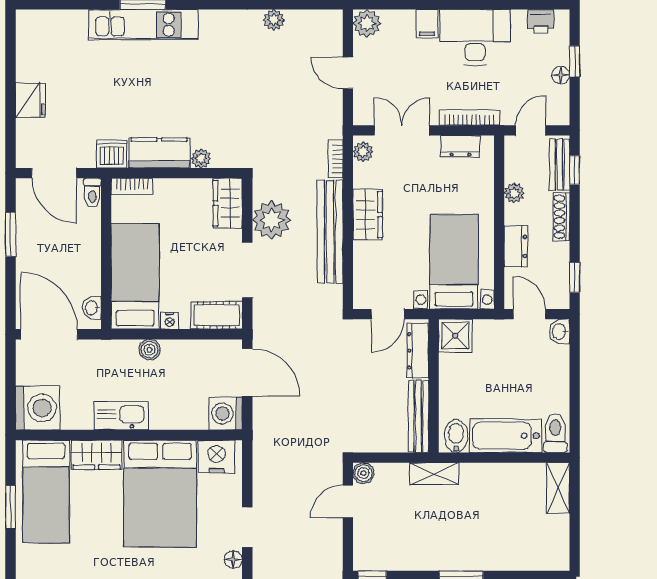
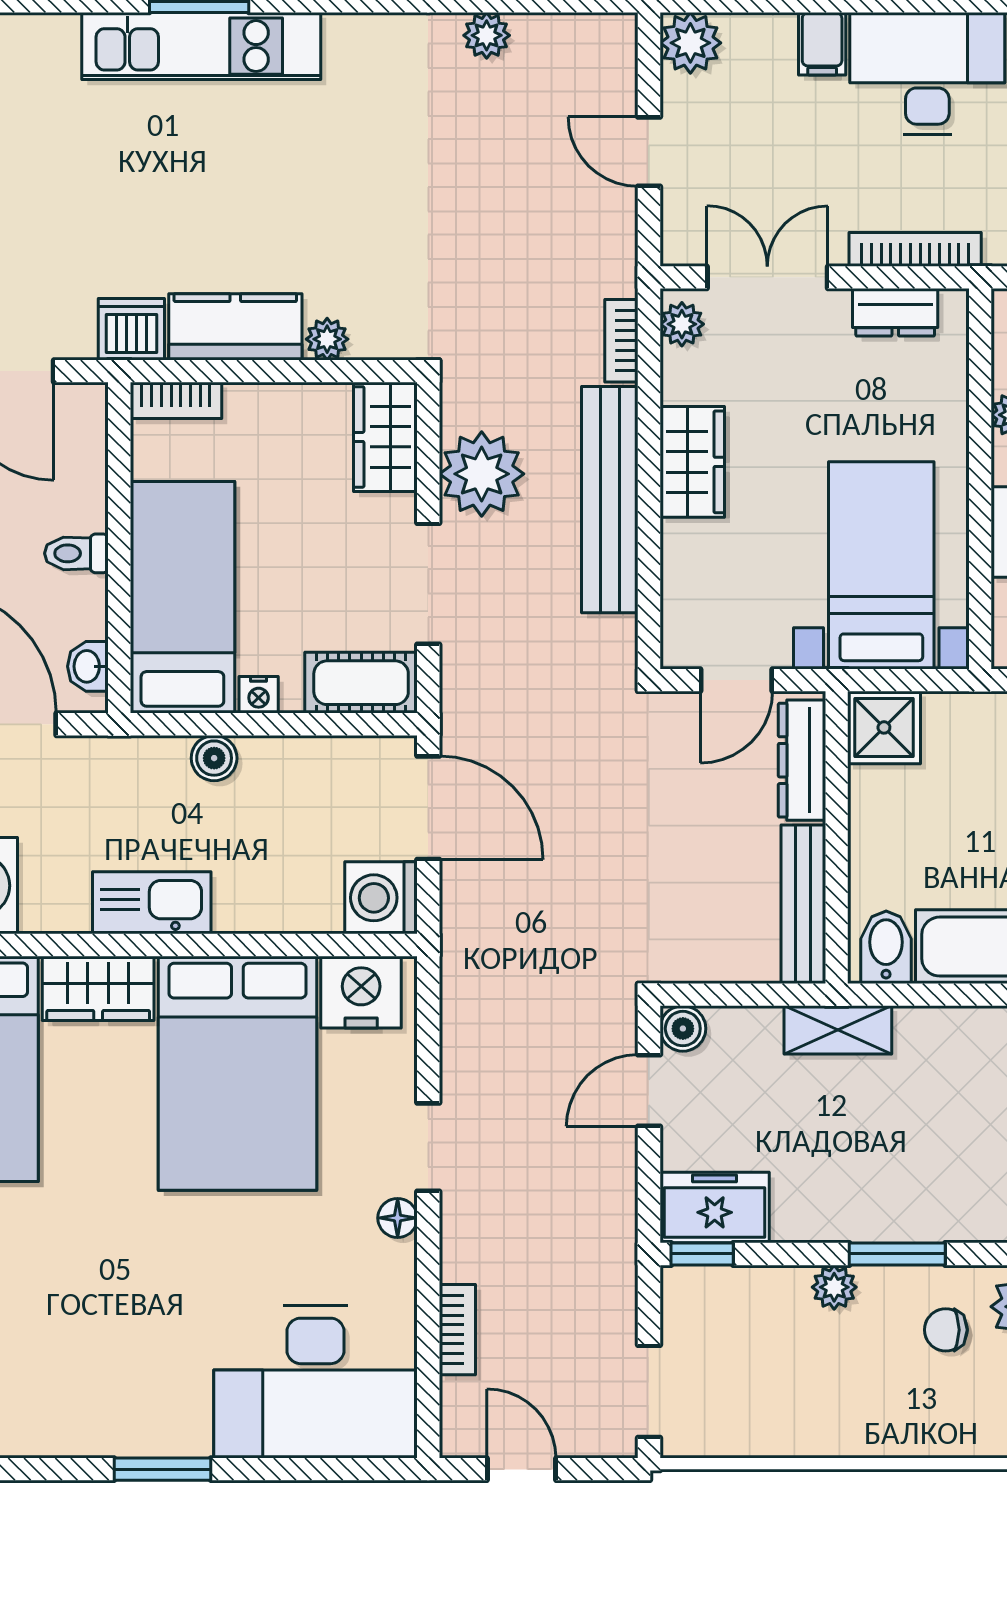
toilet: (92, 193) -> (76, 553), moved, turned 90
freezer: (378, 555) -> (715, 1208), added

